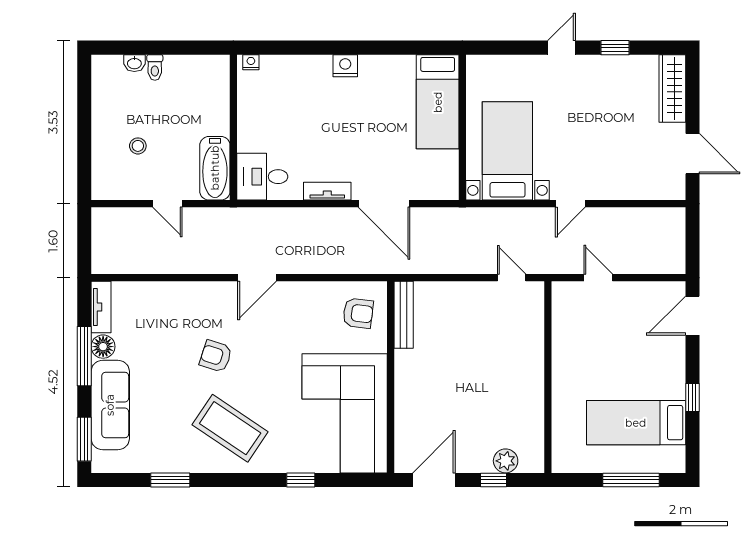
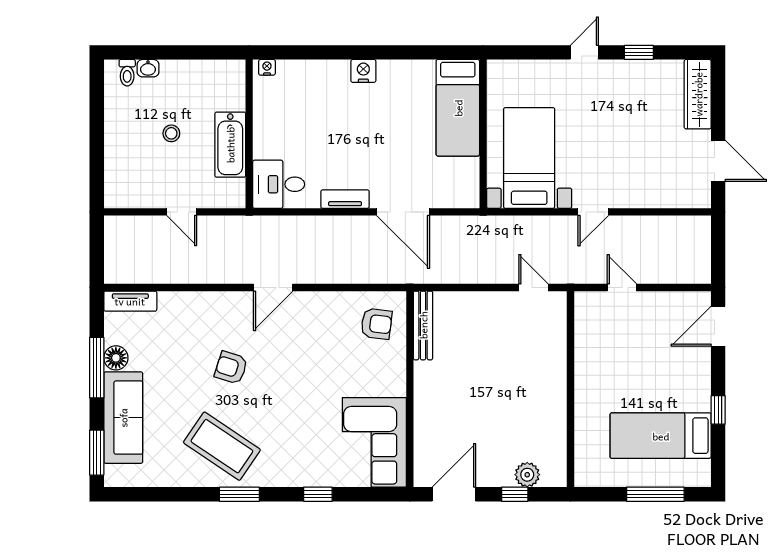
toilet: (155, 67) -> (127, 73), moved
stool: (138, 146) -> (171, 133), moved
bathtub: (215, 168) -> (230, 145), moved
tv unit: (101, 307) -> (130, 301), moved, turned 90
corner sofa: (345, 413) -> (374, 442), width x0.73, depth x0.74
coffee table: (230, 428) -> (222, 446), moved
window: (170, 480) -> (239, 494), moved

